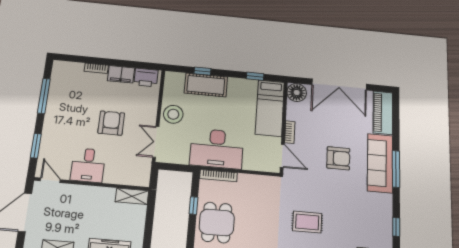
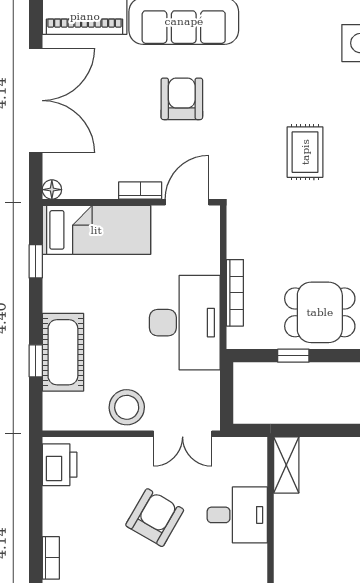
filing cabinet: (121, 74) -> (58, 511), removed
floor lamp: (297, 92) -> (52, 190), width x0.53, depth x0.53
armchair: (111, 123) -> (155, 518), turned 120
desk: (88, 165) -> (237, 515), moved
bookcase: (218, 176) -> (235, 293), moved

